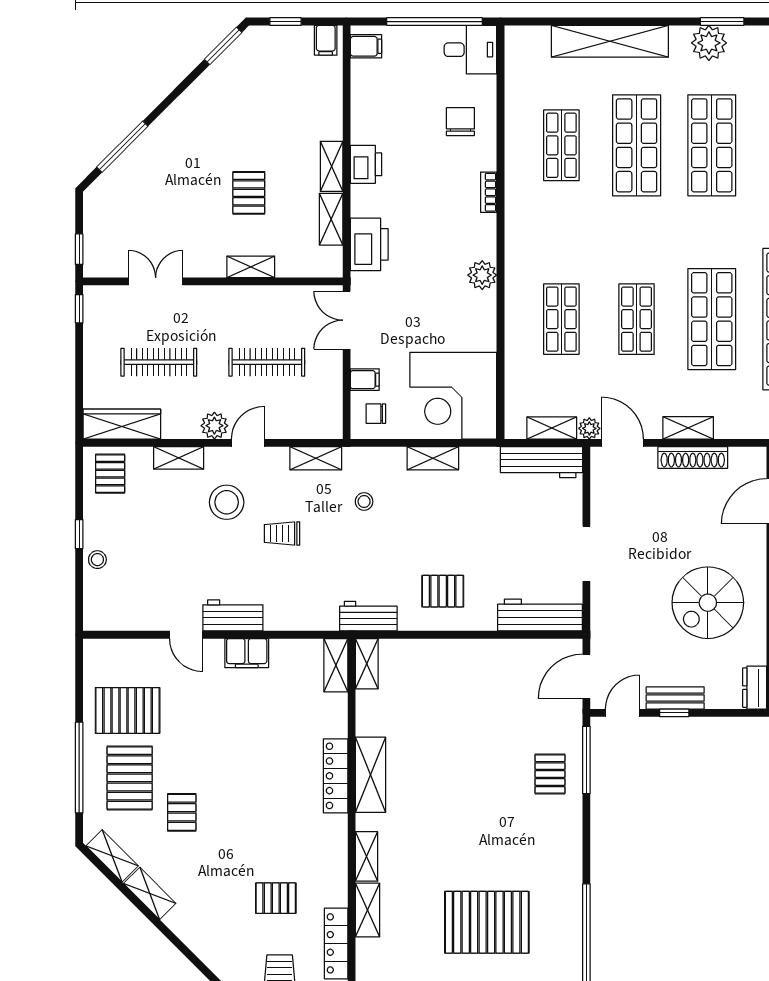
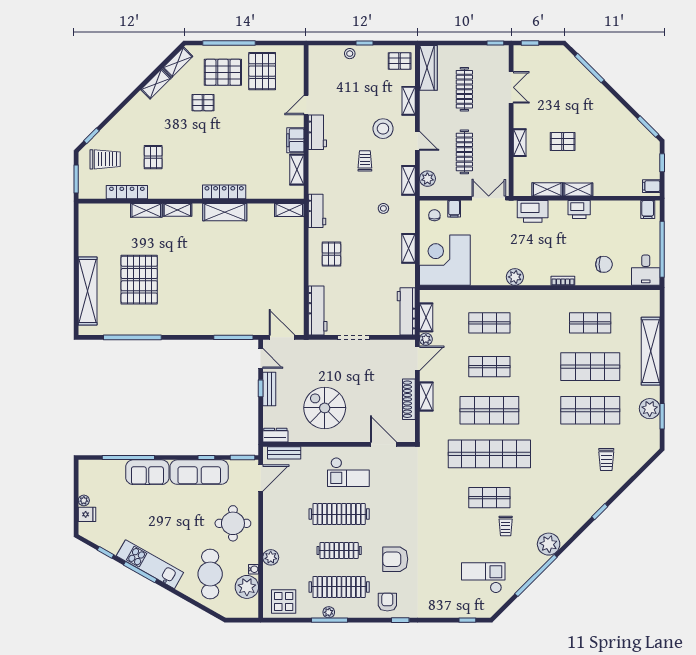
plant: (214, 426) -> (427, 179), moved
shelving: (336, 665) -> (297, 170), moved, turned 90
pallet: (550, 774) -> (225, 316), removed

